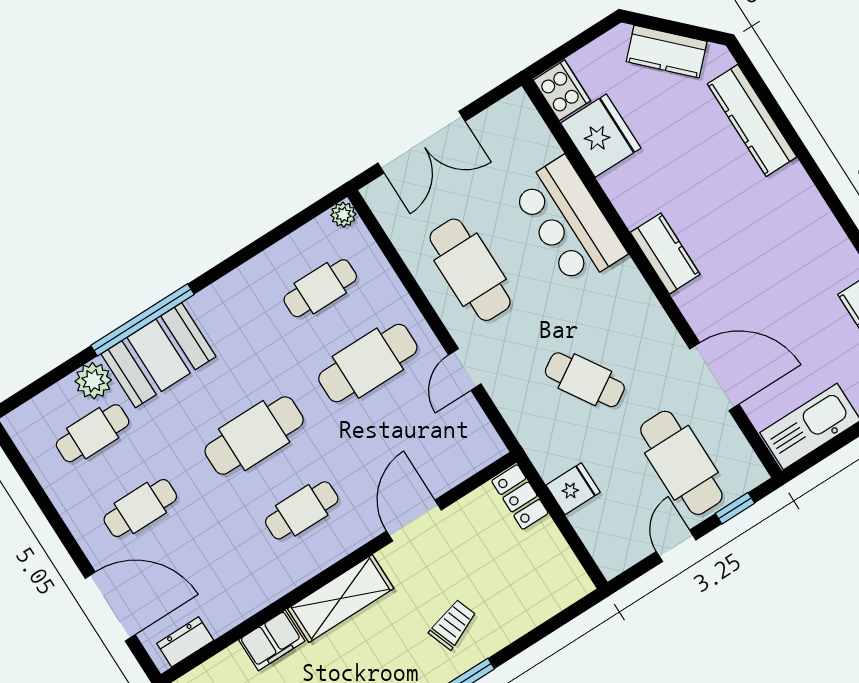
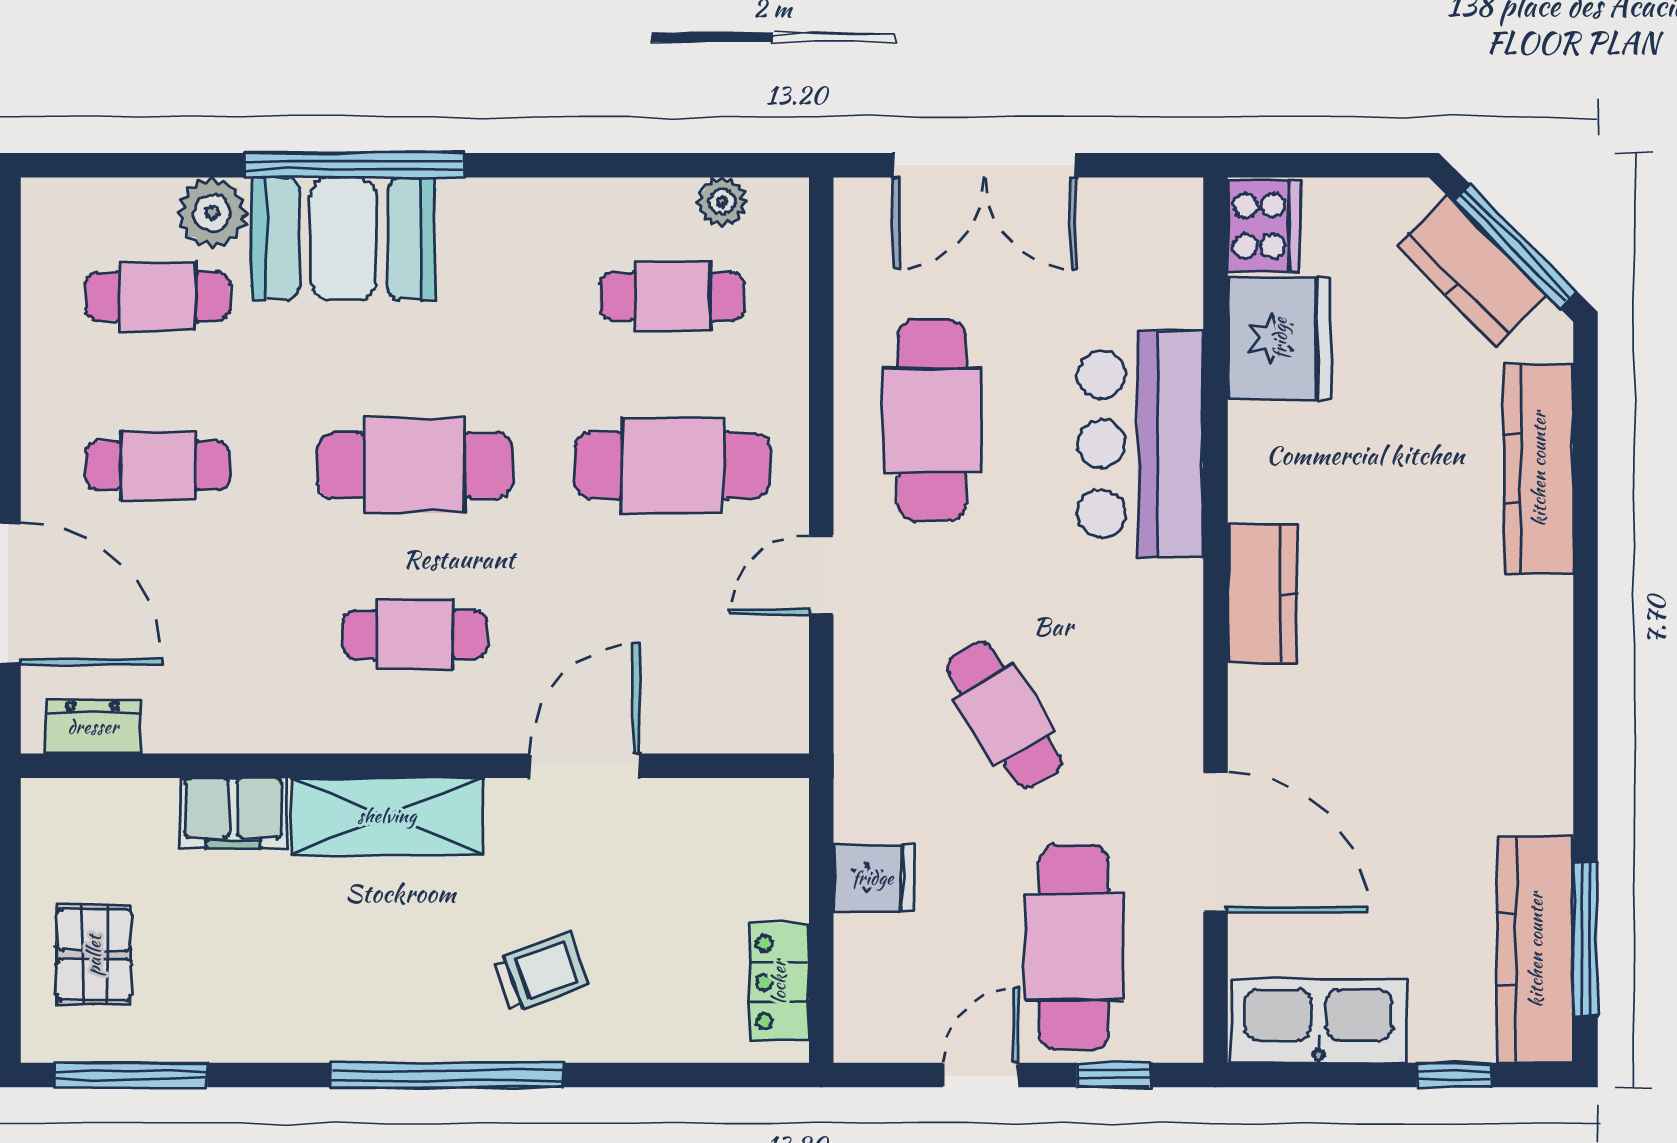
window: (679, 29) -> (1515, 246), added
plant: (343, 215) -> (722, 202), moved
locker: (520, 497) -> (779, 982), moved

